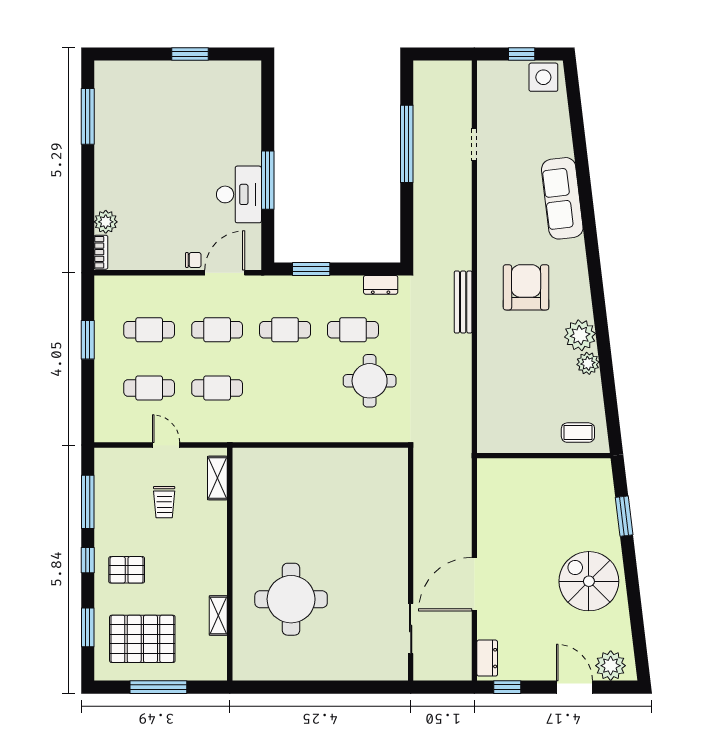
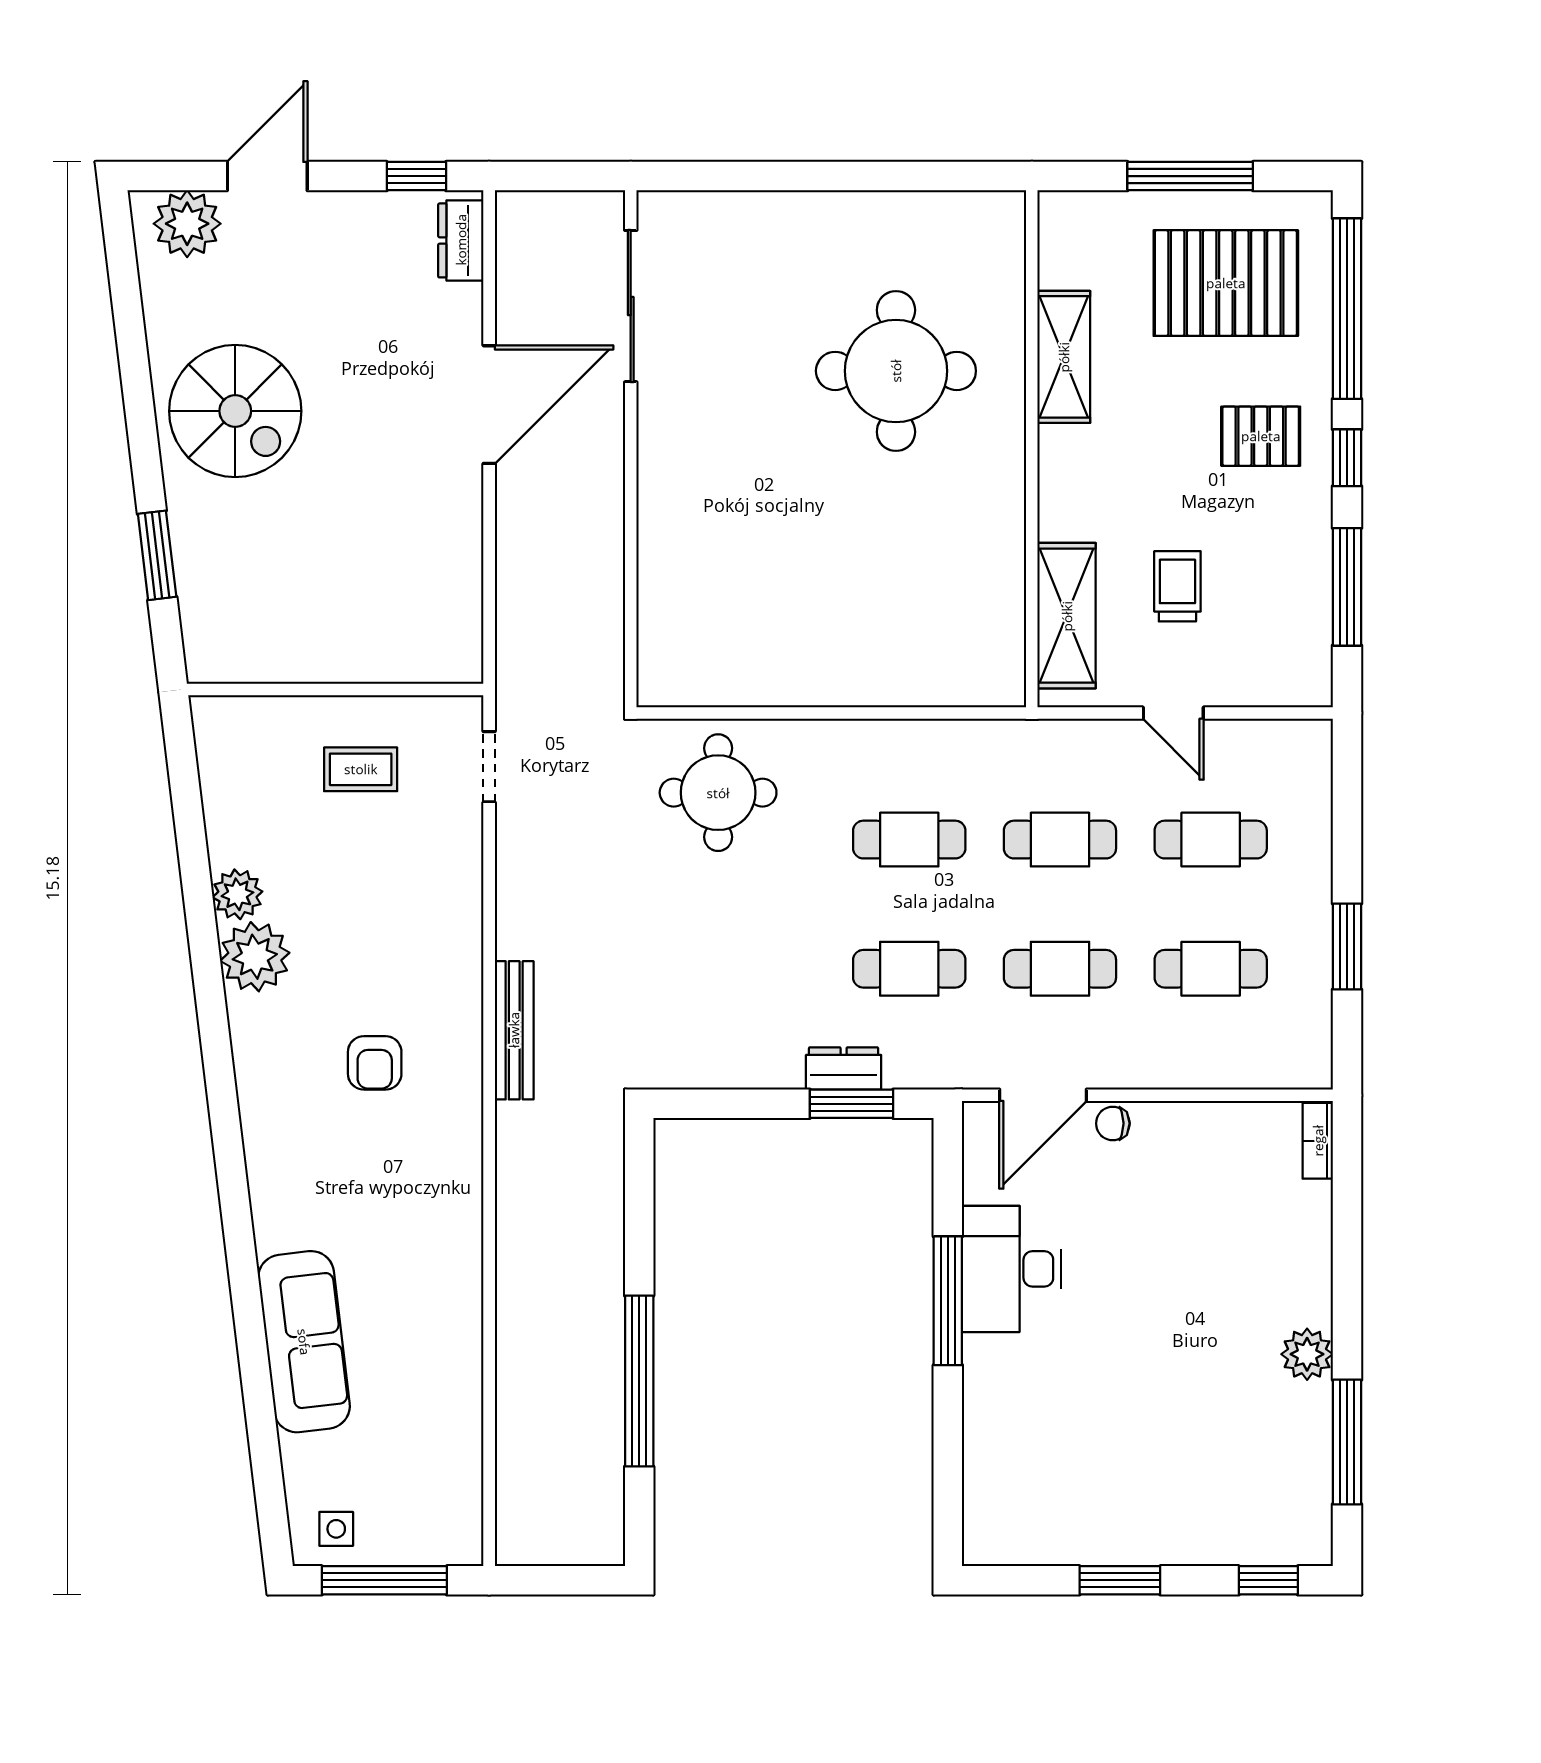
window: (123, 54) -> (1268, 1580), added
window: (522, 54) -> (384, 1580), width x2.17
side table: (543, 77) -> (336, 1529), width x0.54, depth x0.54
doorway: (474, 145) -> (489, 767), moved
sofa: (562, 198) -> (304, 1342), moved
plant: (106, 222) -> (1307, 1354), moved
dresser: (381, 285) -> (844, 1068), moved
armchair: (526, 287) -> (375, 1063), width x0.53, depth x0.53
cafe table: (353, 330) -> (909, 840), moved
round table: (370, 381) -> (718, 793), moved
coffee table: (578, 433) -> (361, 769), moved
shelving: (217, 478) -> (1067, 616), width x1.50, depth x1.33
shelving: (218, 616) -> (1064, 357), width x1.50, depth x1.33
window: (88, 627) -> (1347, 309), width x2.11
sliding door: (411, 629) -> (631, 306), width x1.37
door: (574, 687) -> (267, 176), swing flipped

